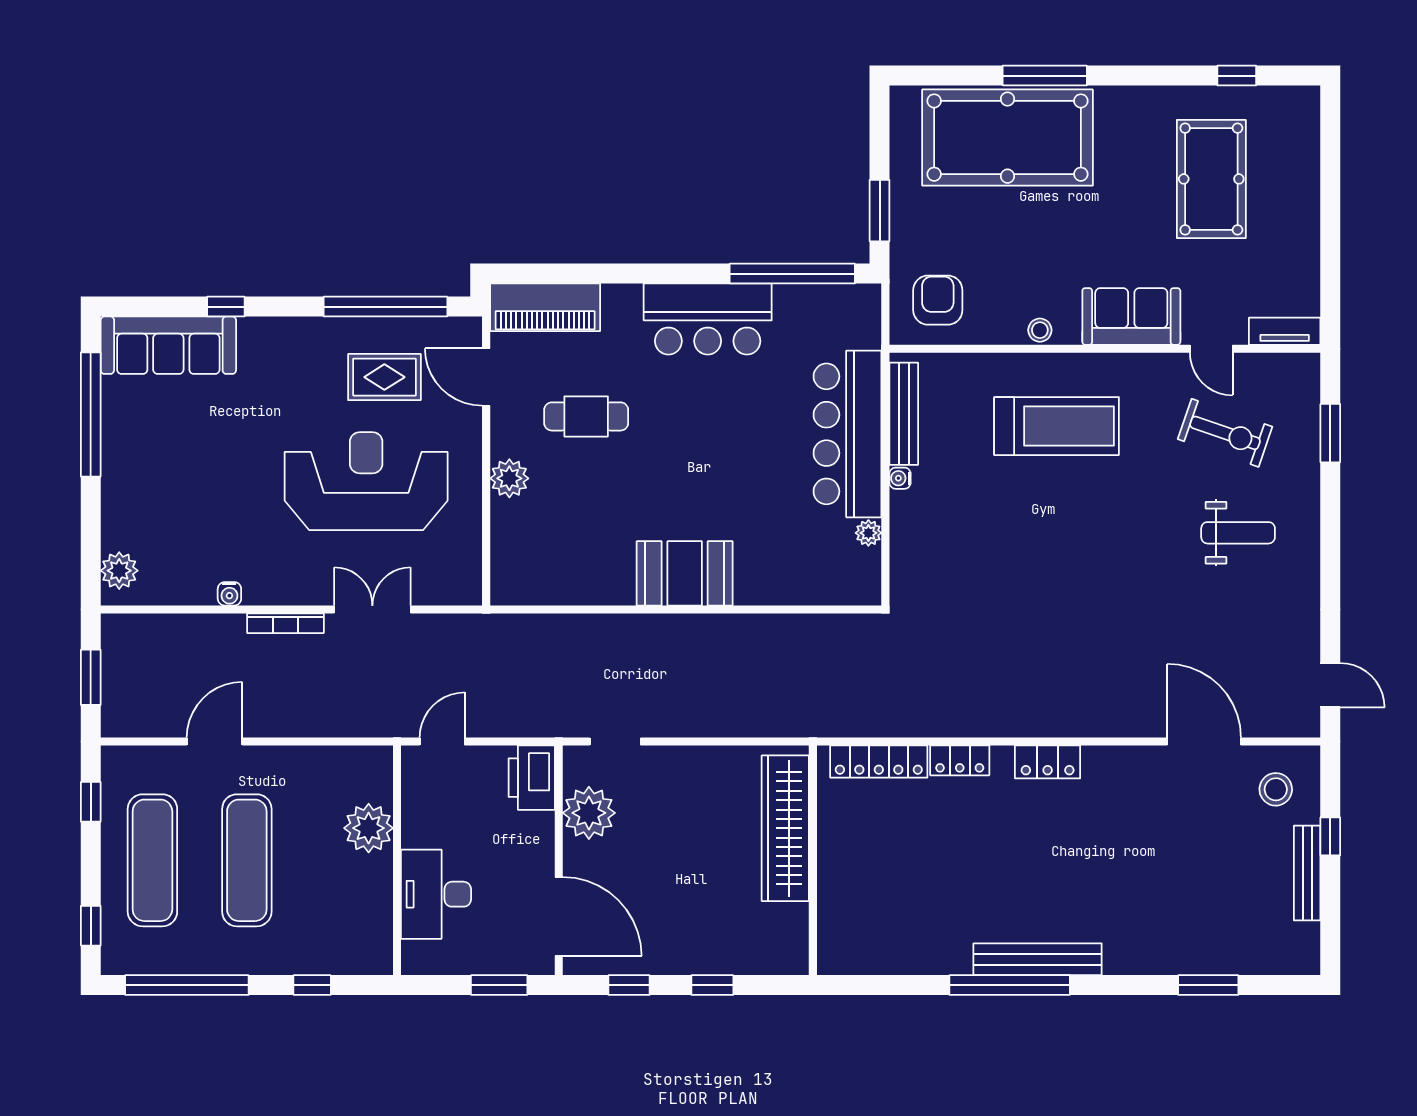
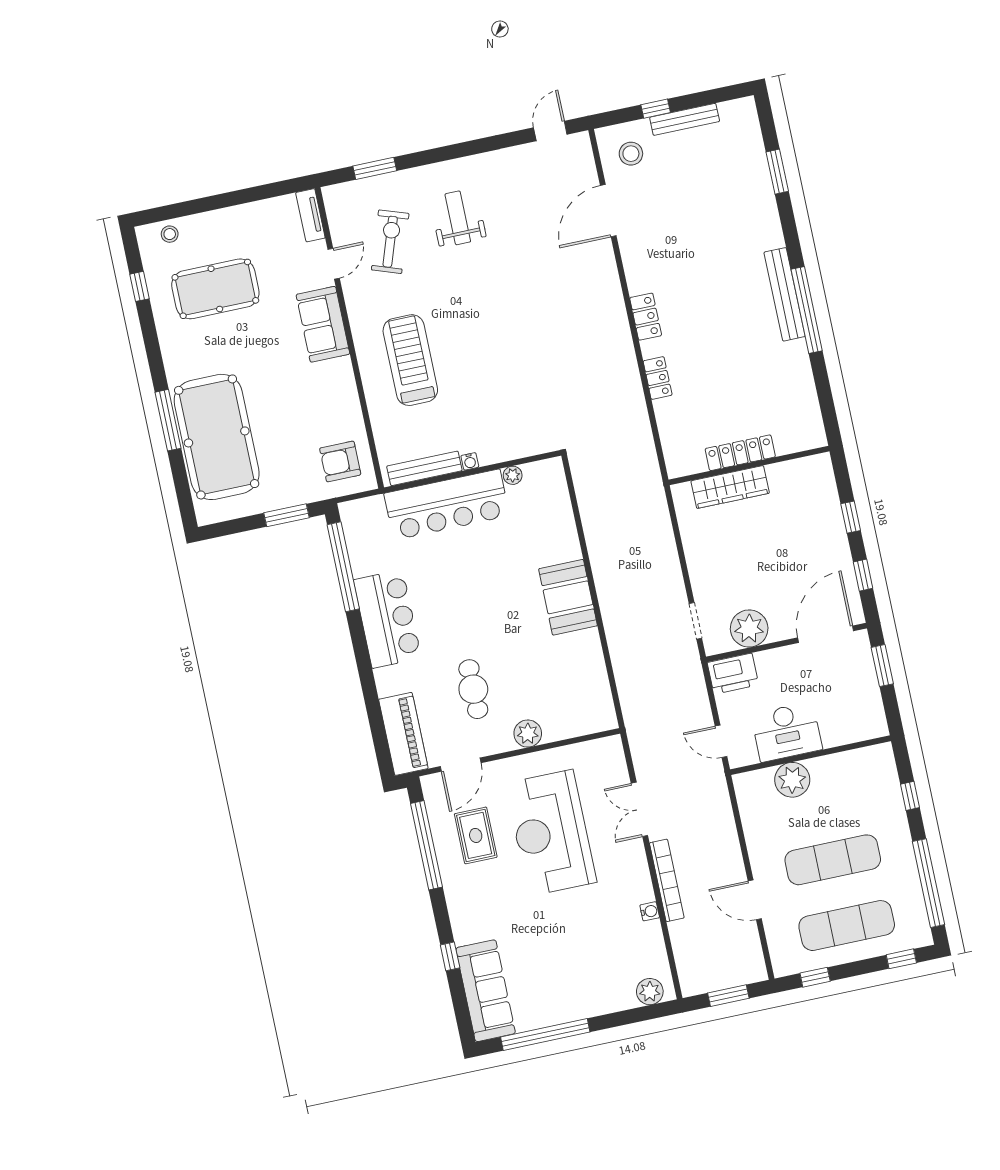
stool: (1040, 330) -> (170, 234), moved
bookcase: (285, 623) -> (667, 880), width x1.48, depth x1.31
locker: (879, 762) -> (740, 453), moved, turned -90
wardrobe: (785, 828) -> (730, 487), width x0.71, depth x0.85
desk: (436, 894) -> (787, 732), moved

